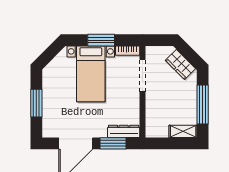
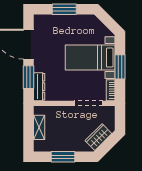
window: (203, 104) -> (63, 157), width x0.69
shelving: (183, 131) -> (39, 127), moved

